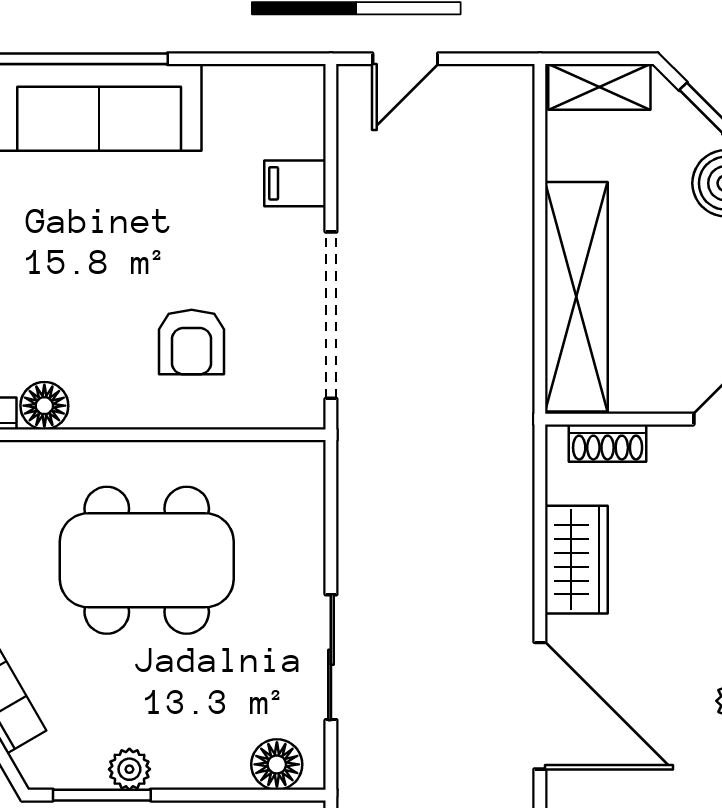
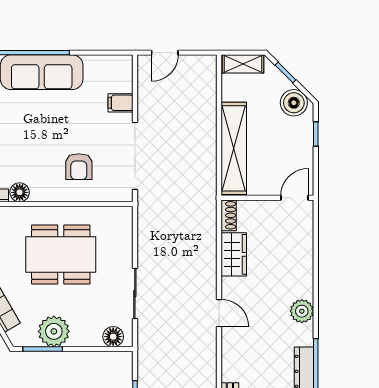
shoe rack: (608, 443) -> (229, 215), moved, turned -90
door: (540, 706) -> (219, 313), width x0.53
plant: (129, 769) -> (54, 331), width x1.87, depth x1.87

